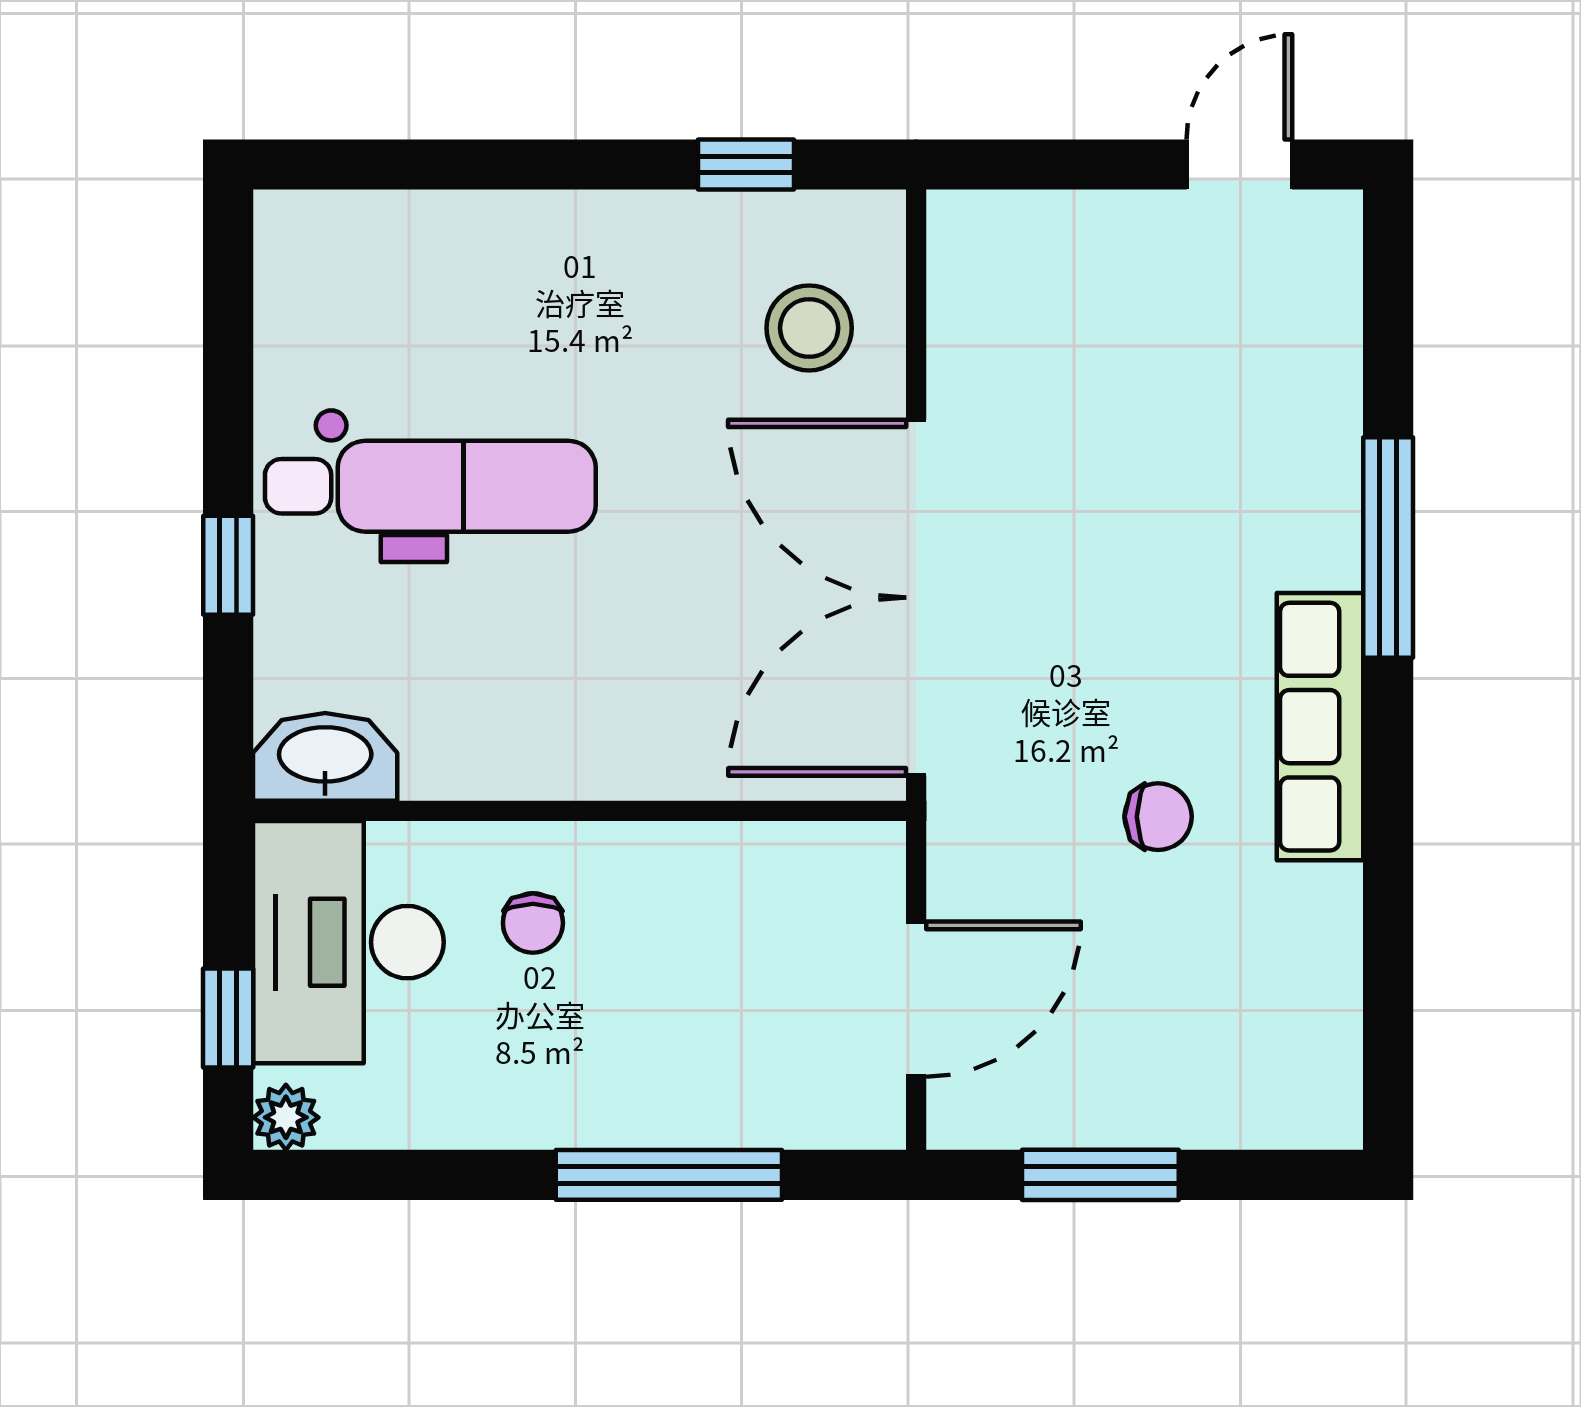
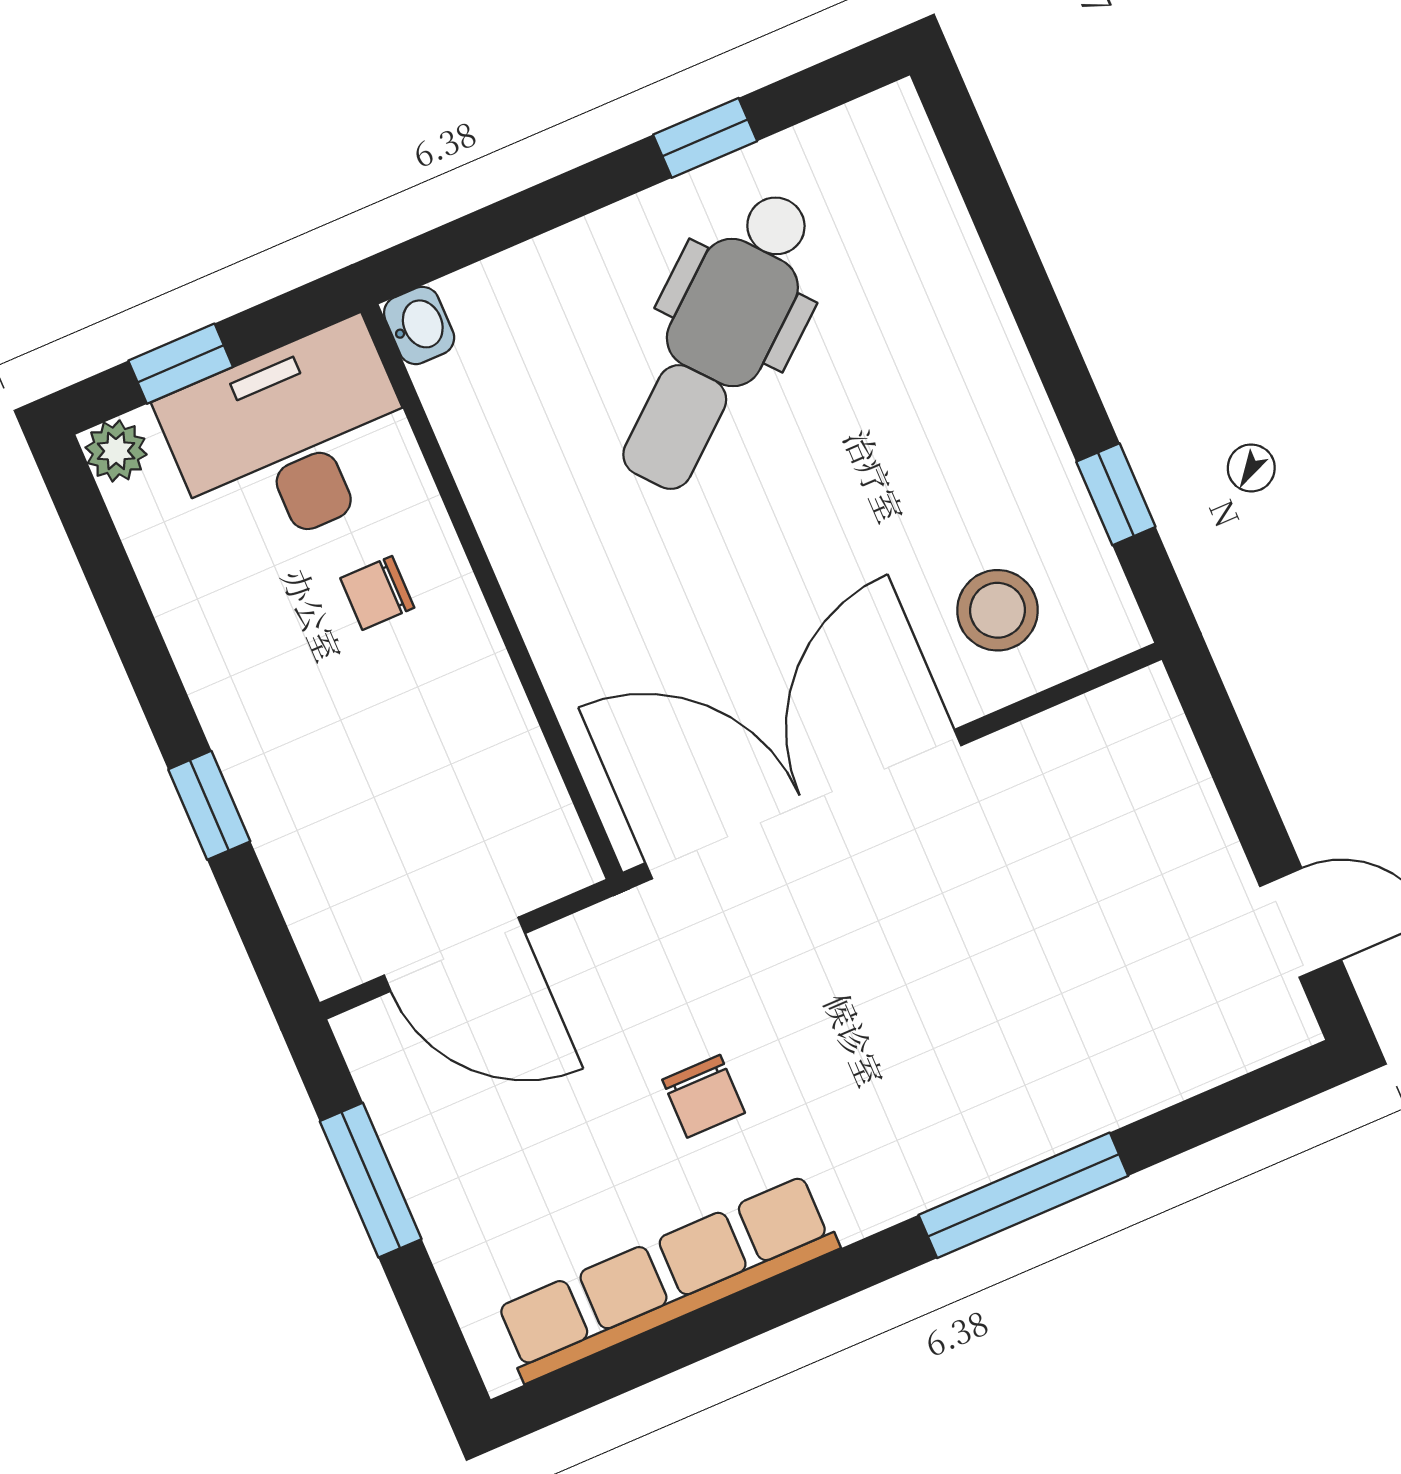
dental chair: (430, 486) -> (718, 340), turned 50
window: (228, 565) -> (705, 138), moved
row of seats: (1320, 727) -> (667, 1279), moved, width x1.36
washbasin: (325, 757) -> (419, 325), width x0.52, depth x0.69
window: (669, 1175) -> (209, 805), width x0.46

